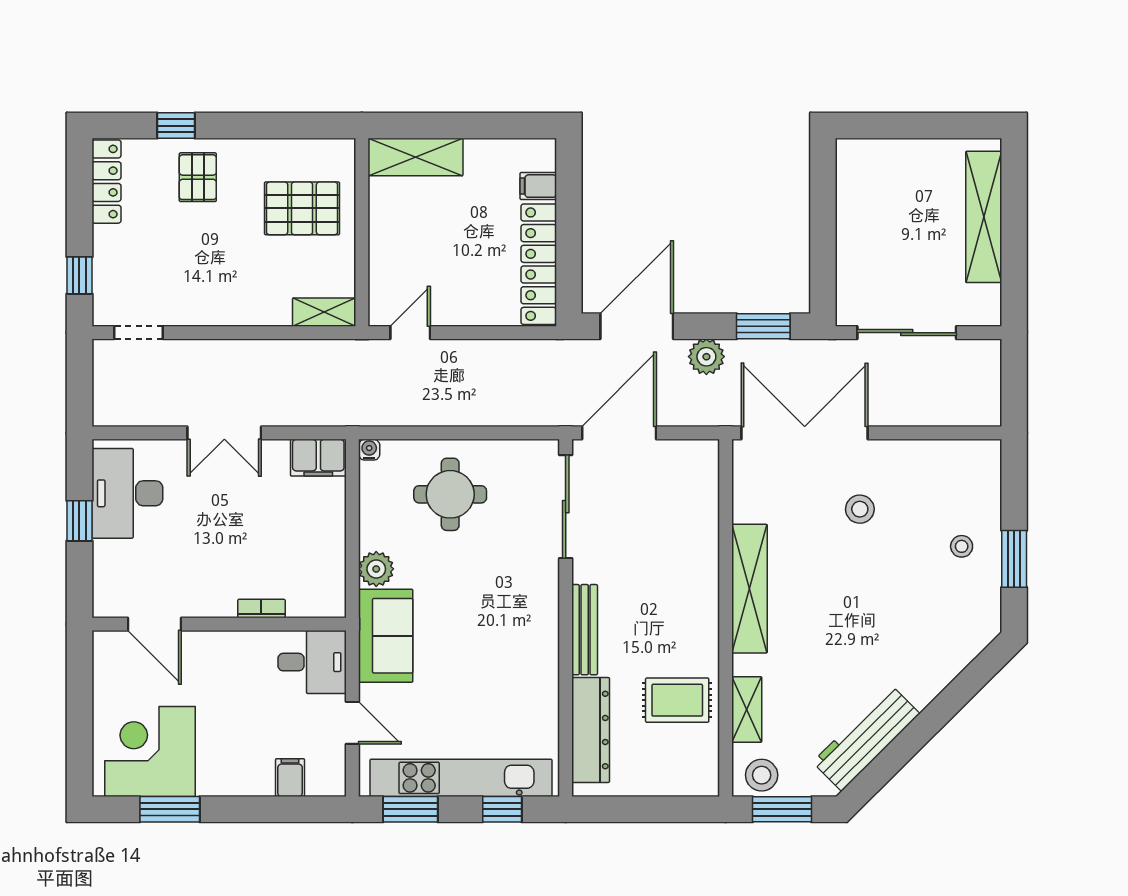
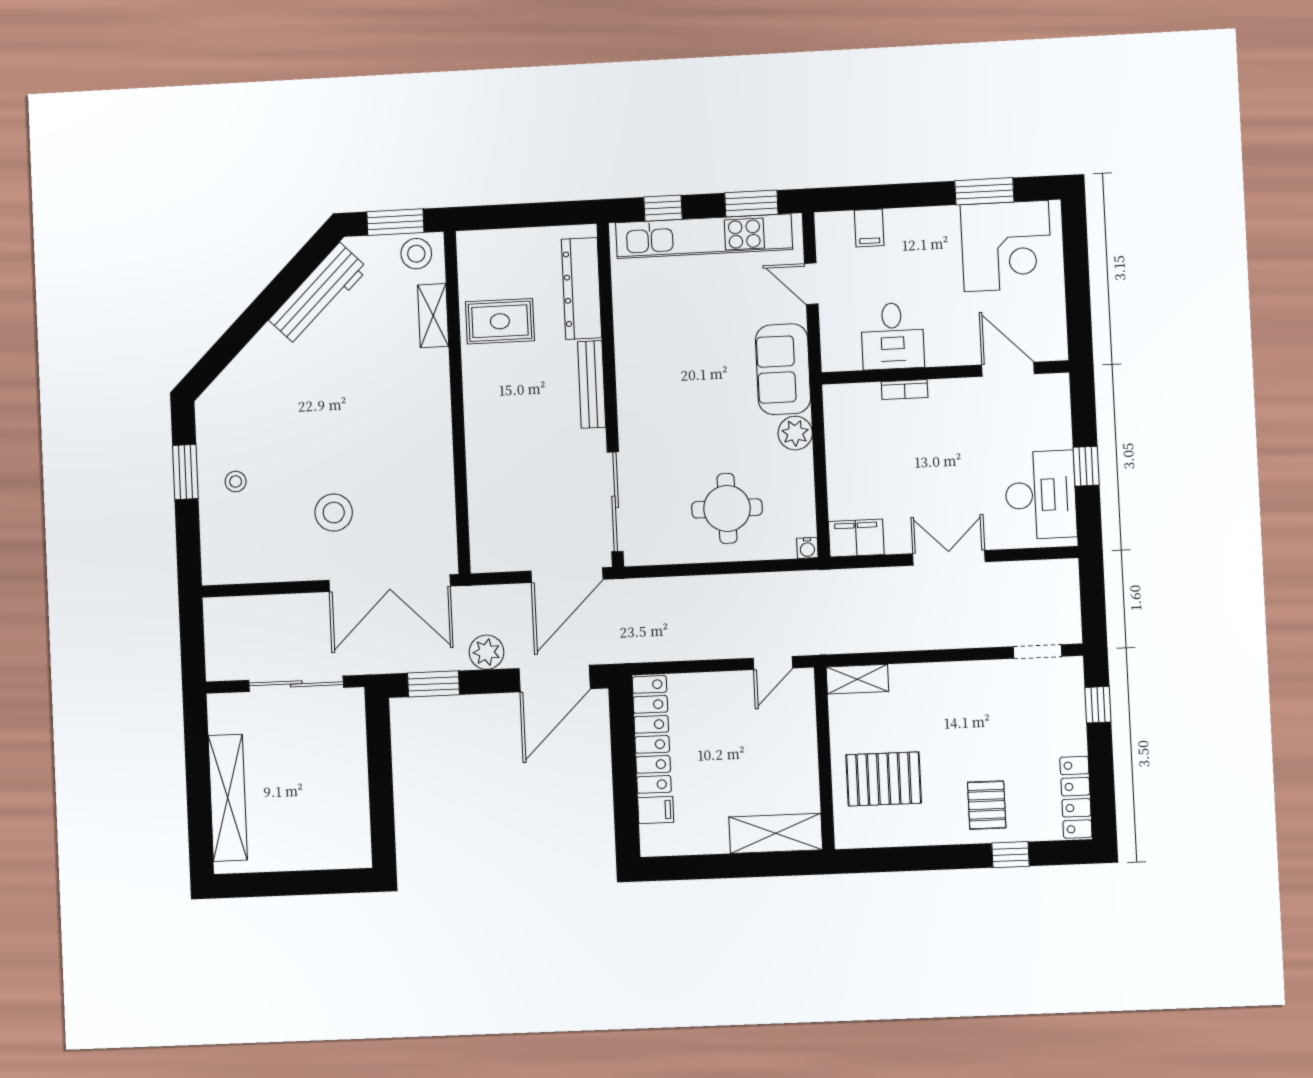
stool: (860, 509) -> (334, 513), width x1.38, depth x1.38
shelving: (749, 589) -> (436, 431), removed
desk: (312, 662) -> (892, 336), moved, turned -90

